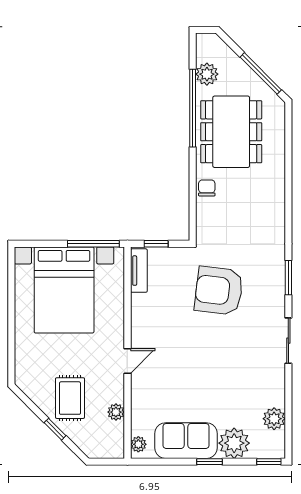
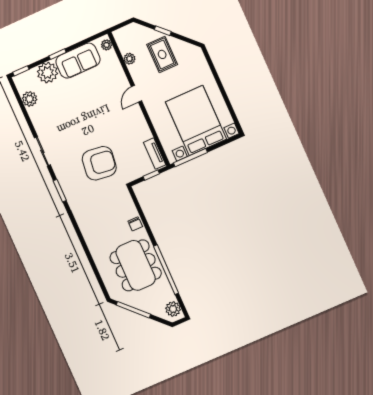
plant: (207, 74) -> (173, 309), moved

